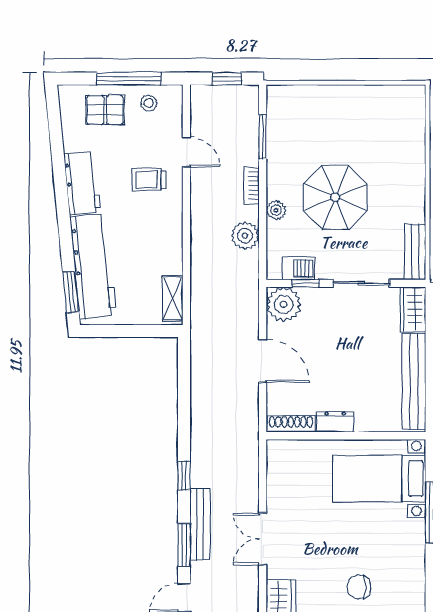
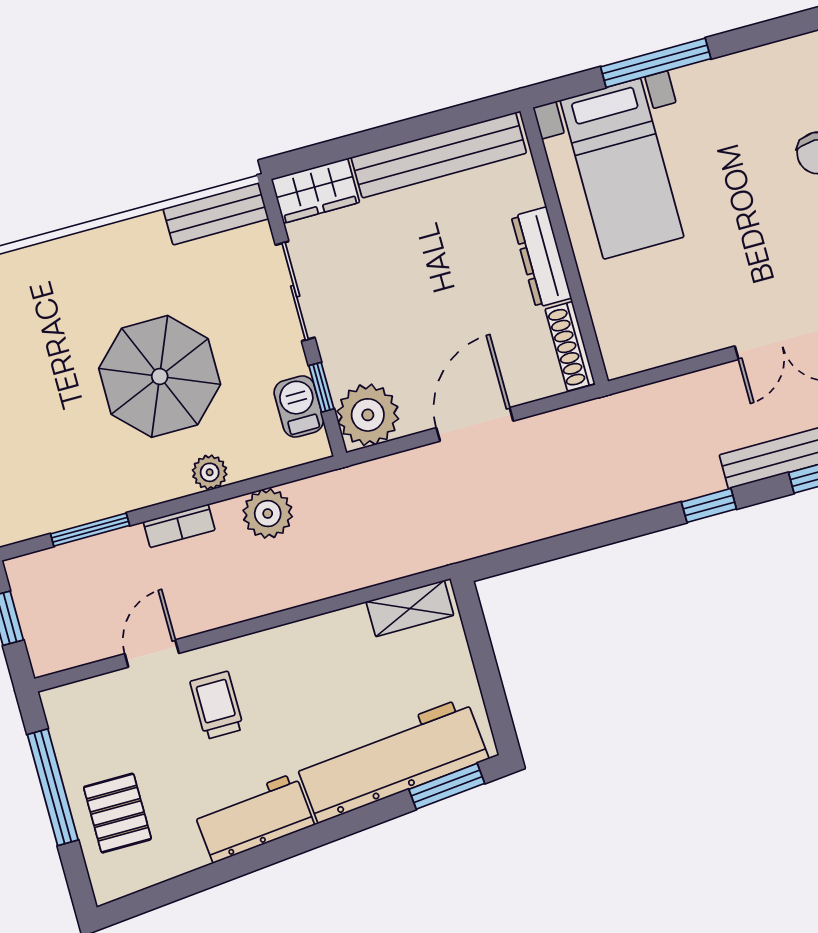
stool: (149, 103) -> (85, 741), removed
trolley: (149, 180) -> (217, 705), turned 180
dresser: (335, 422) -> (541, 257), width x1.44

